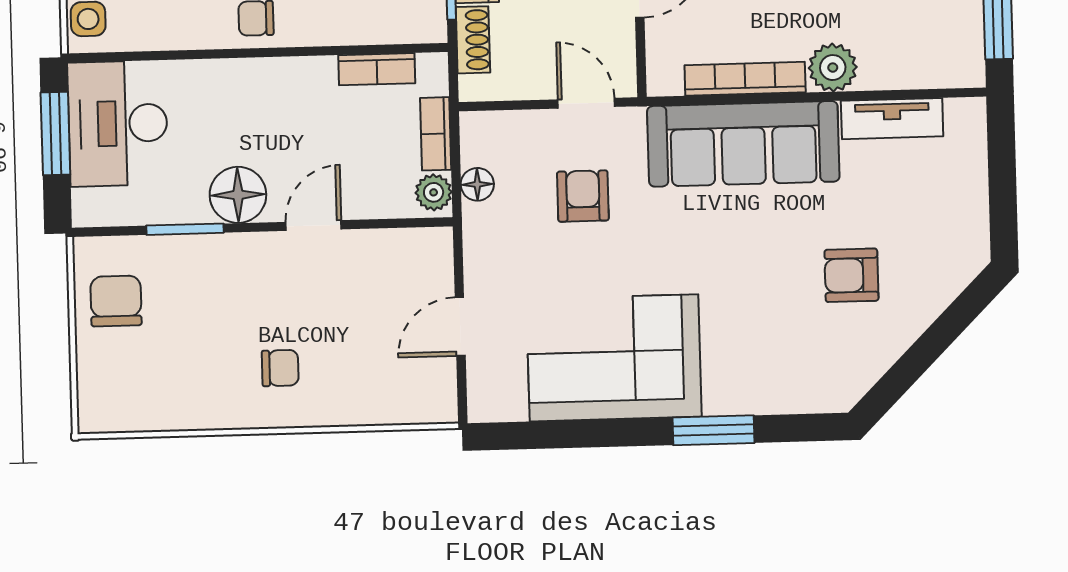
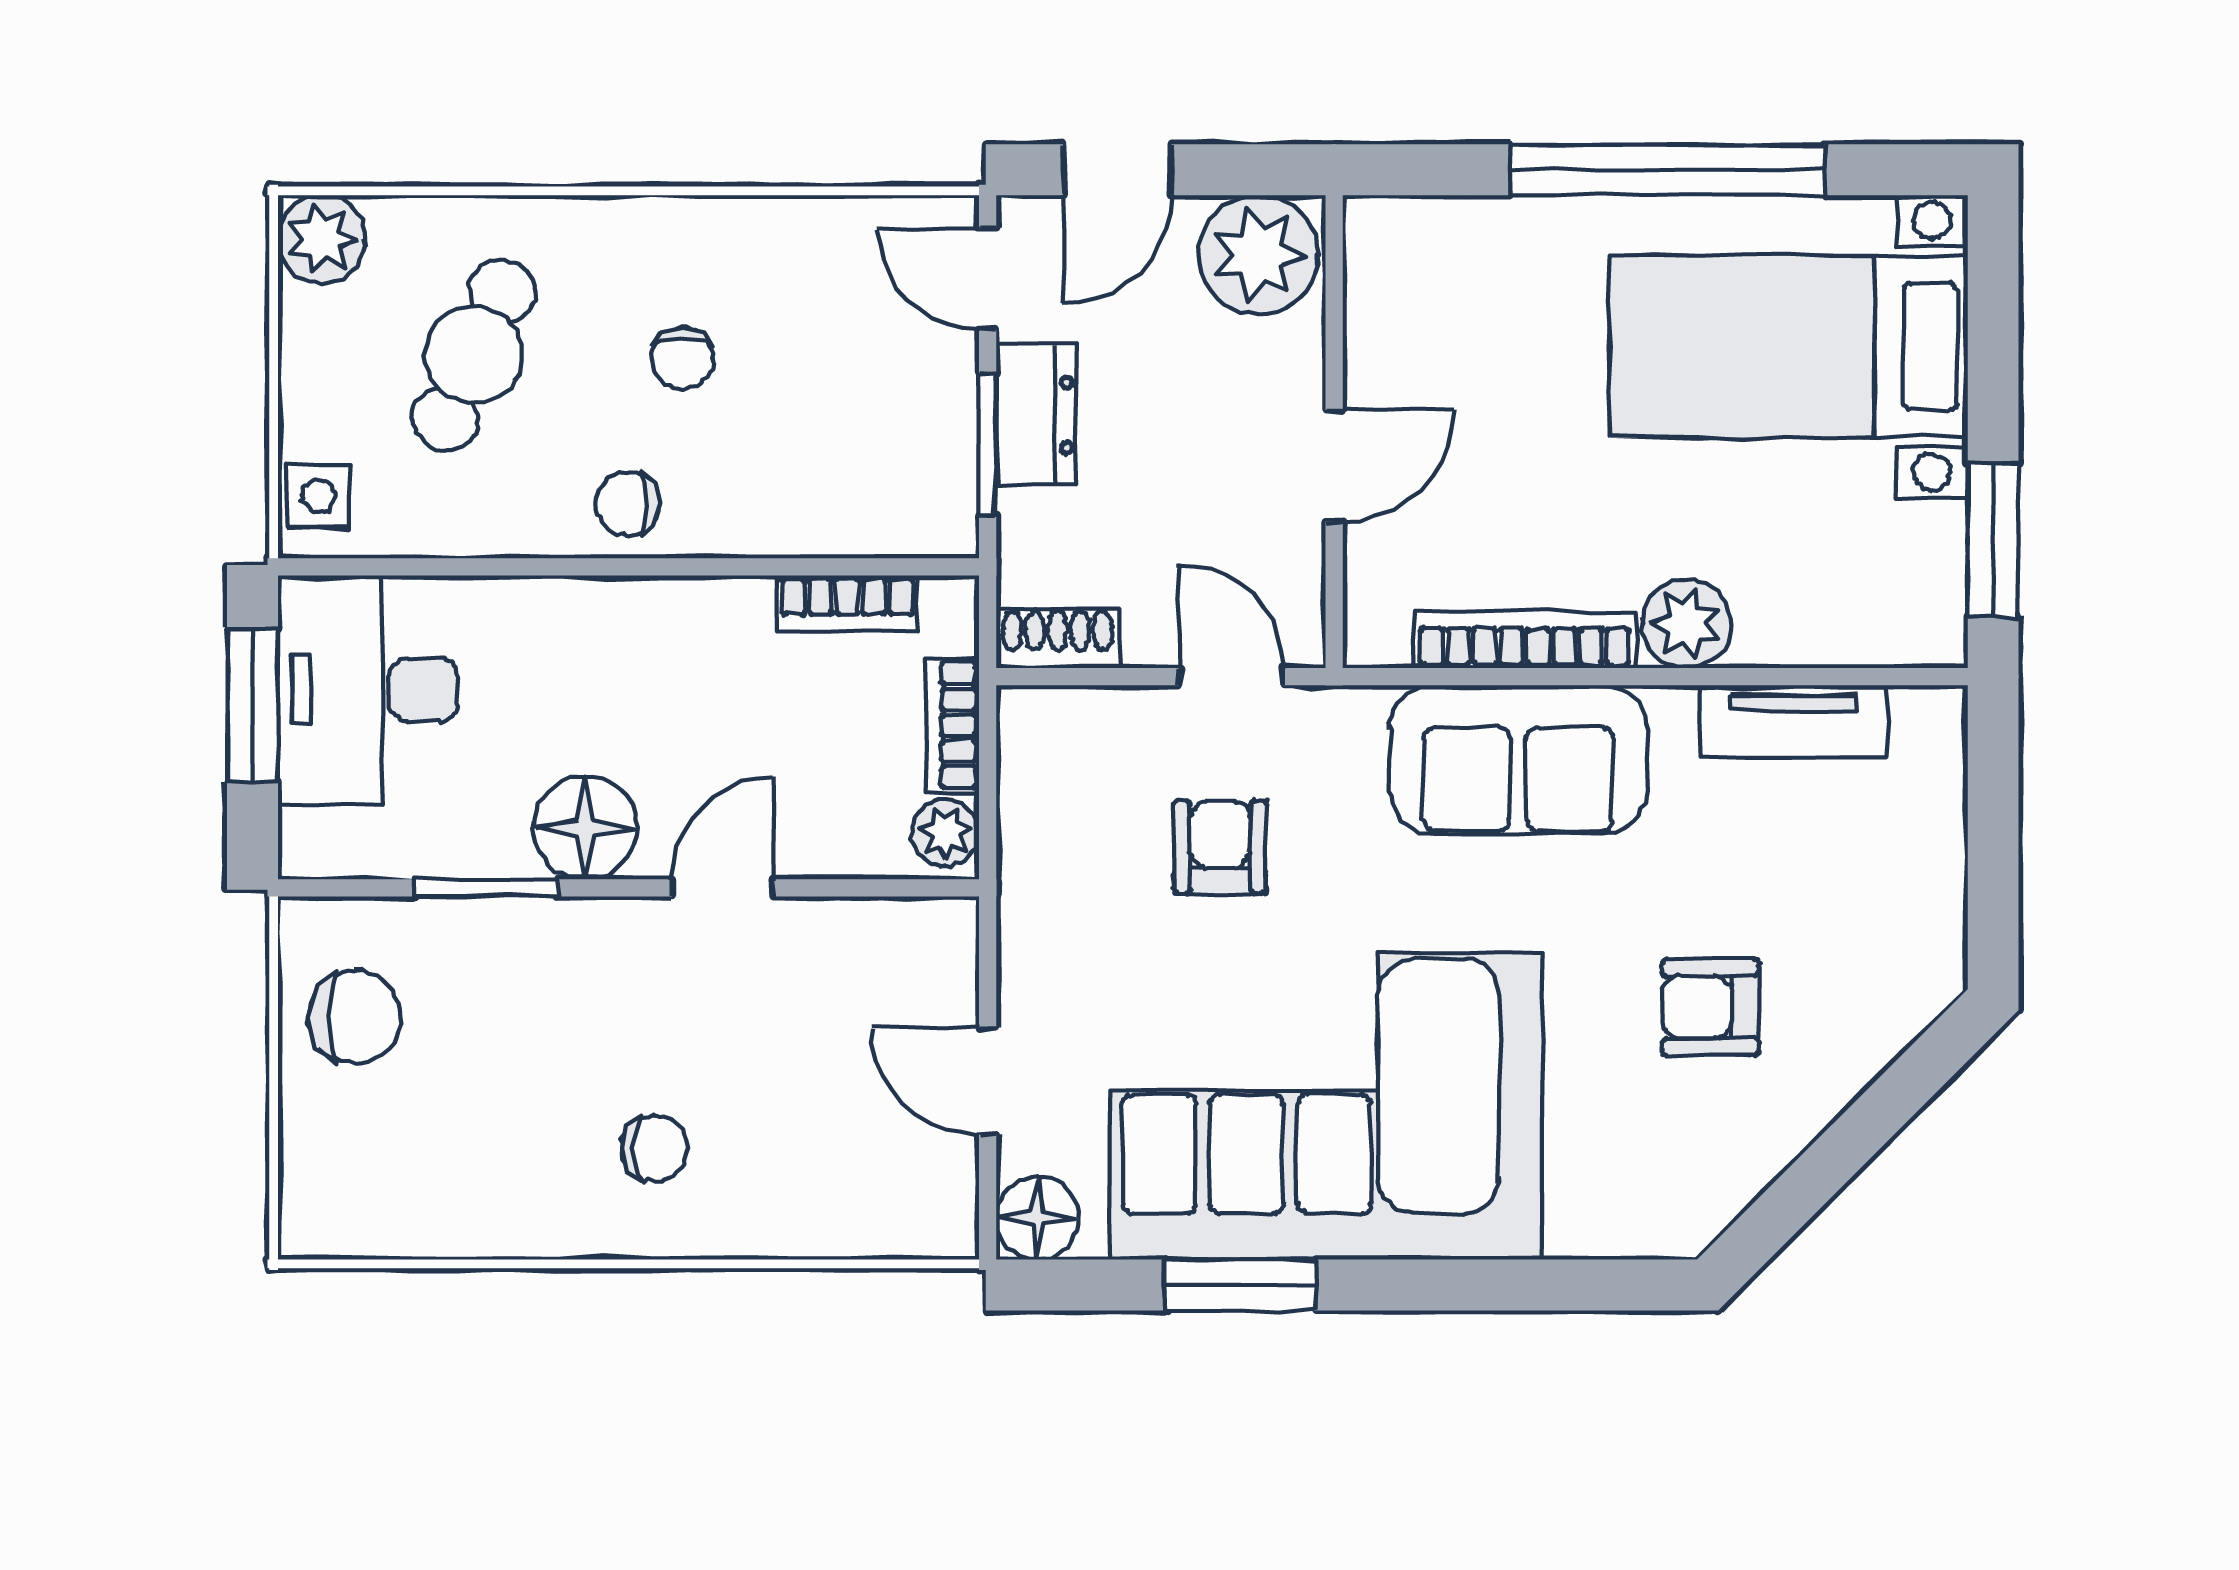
shoe rack: (473, 40) -> (1057, 638), moved, turned -90
sofa: (743, 144) -> (1518, 760), width x0.73
floor lamp: (477, 184) -> (1038, 1218), moved, width x1.37, depth x1.37
chair: (116, 301) -> (355, 1016), turned 90
door: (460, 327) -> (988, 1081), hinge flipped
corner sofa: (614, 358) -> (1326, 1106), width x1.36, depth x1.36
window: (713, 430) -> (1241, 1285), moved

